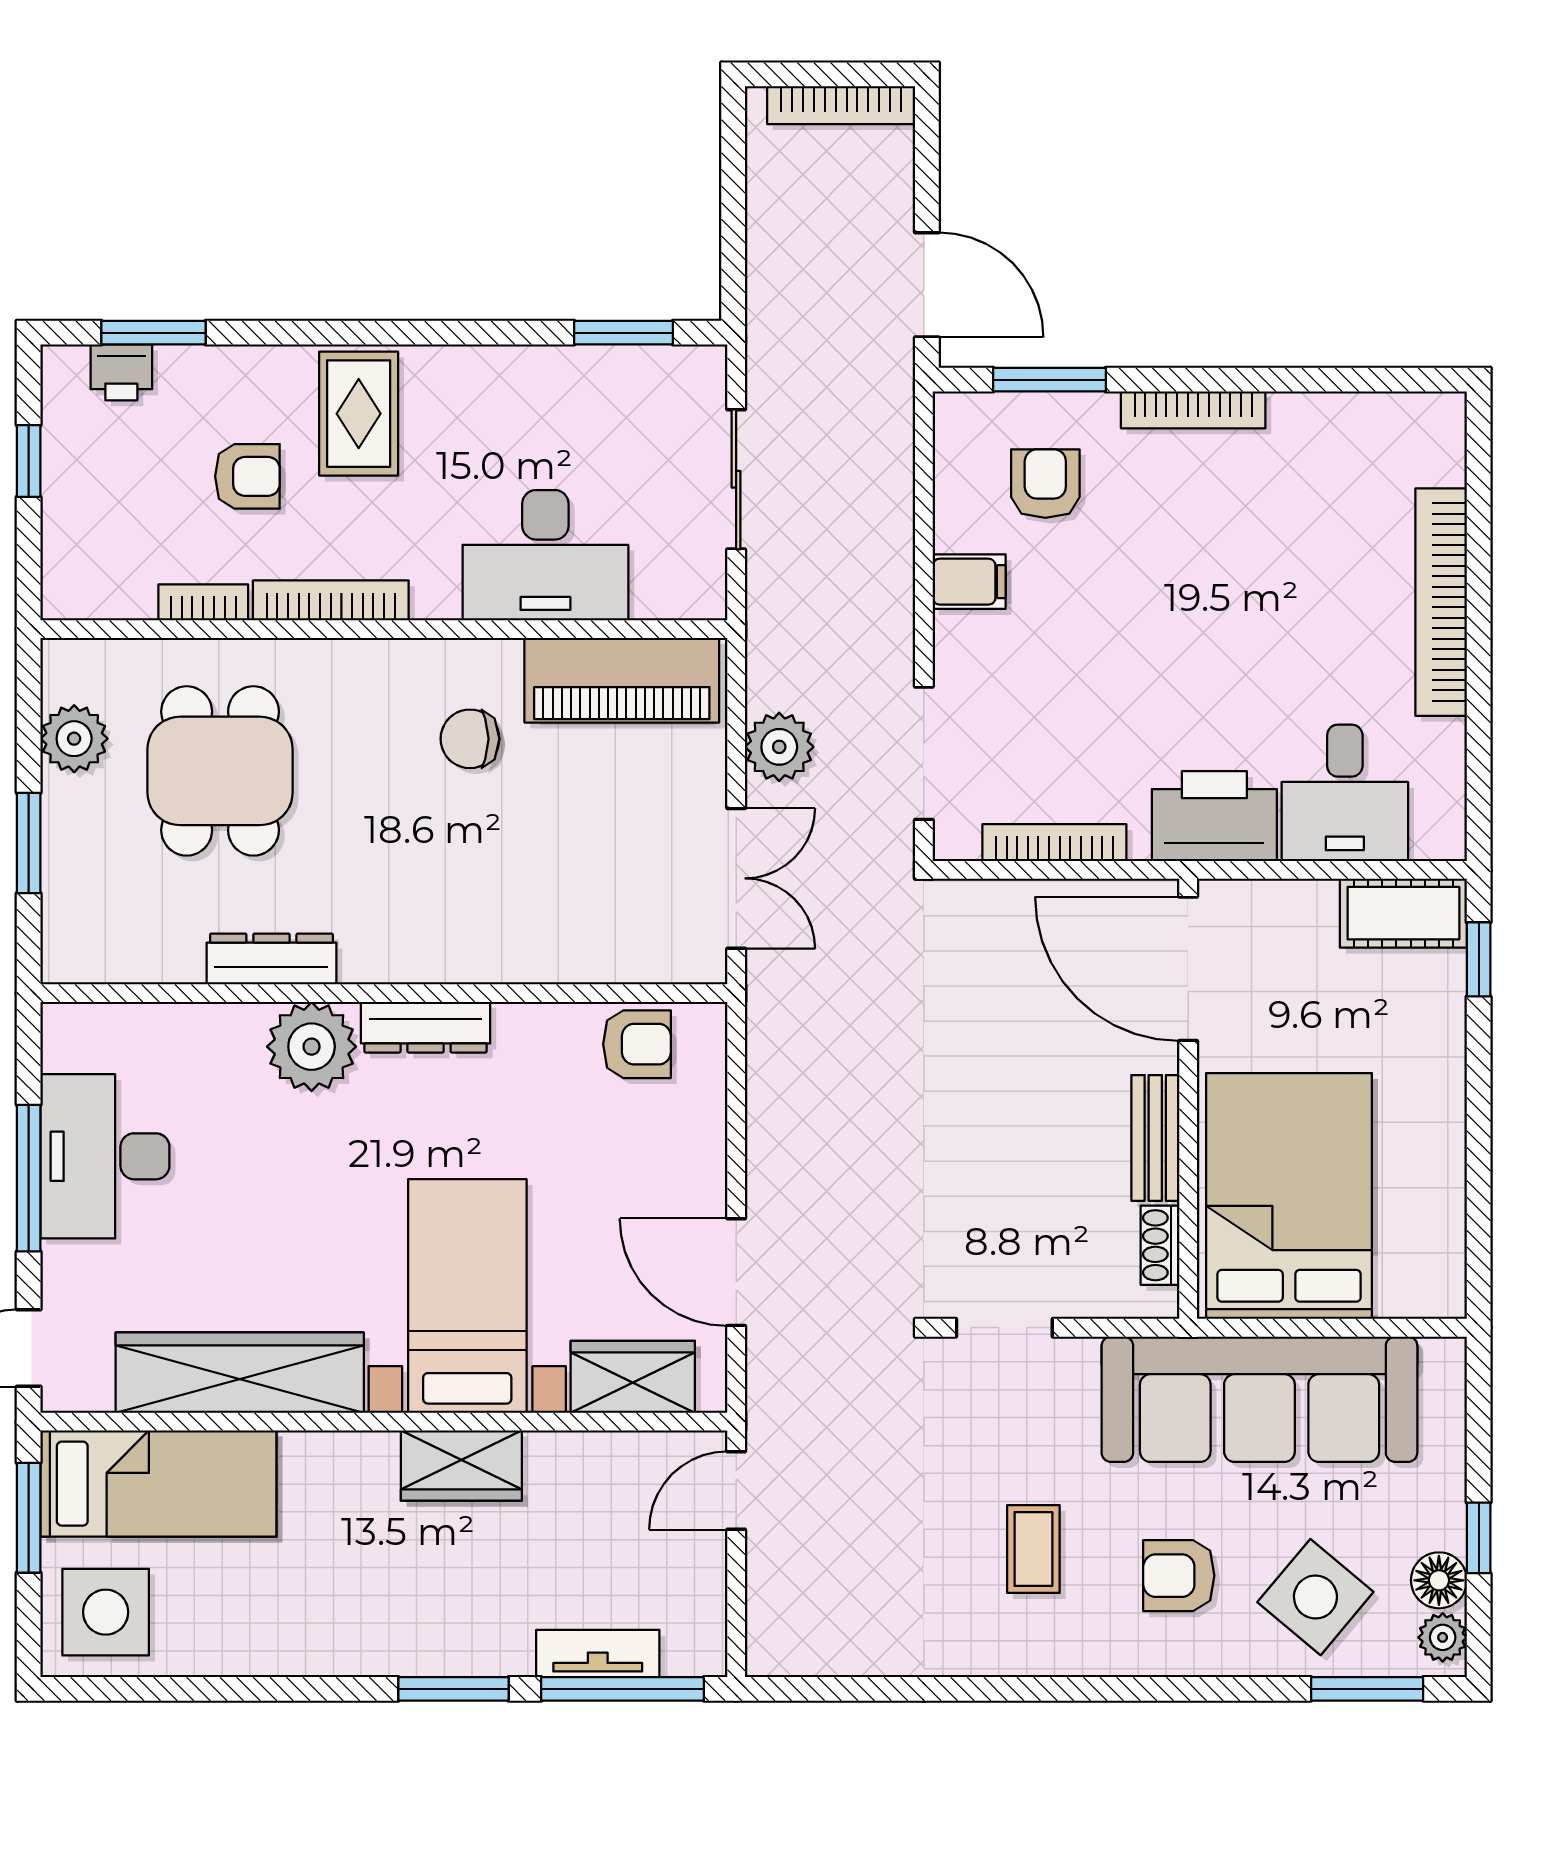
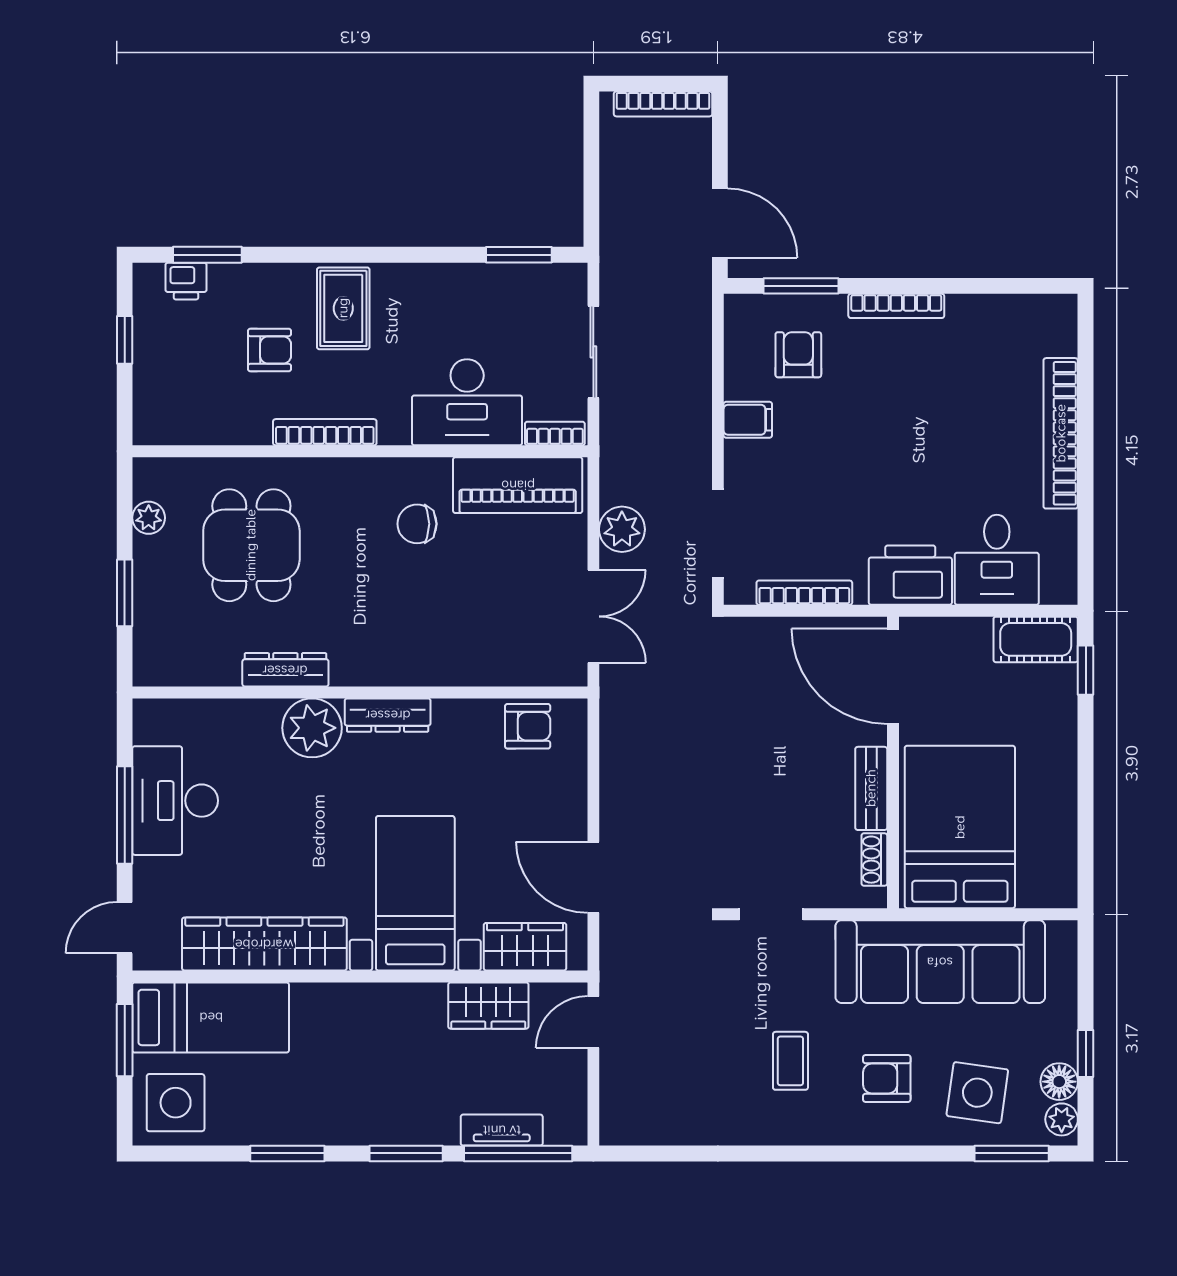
bookcase: (203, 602) -> (555, 433), moved
plant: (74, 739) -> (149, 518), width x0.73, depth x0.73
wardrobe: (461, 1466) -> (488, 1006), moved
side table: (1315, 1597) -> (977, 1093), turned -32
window: (274, 1689) -> (287, 1153), added

